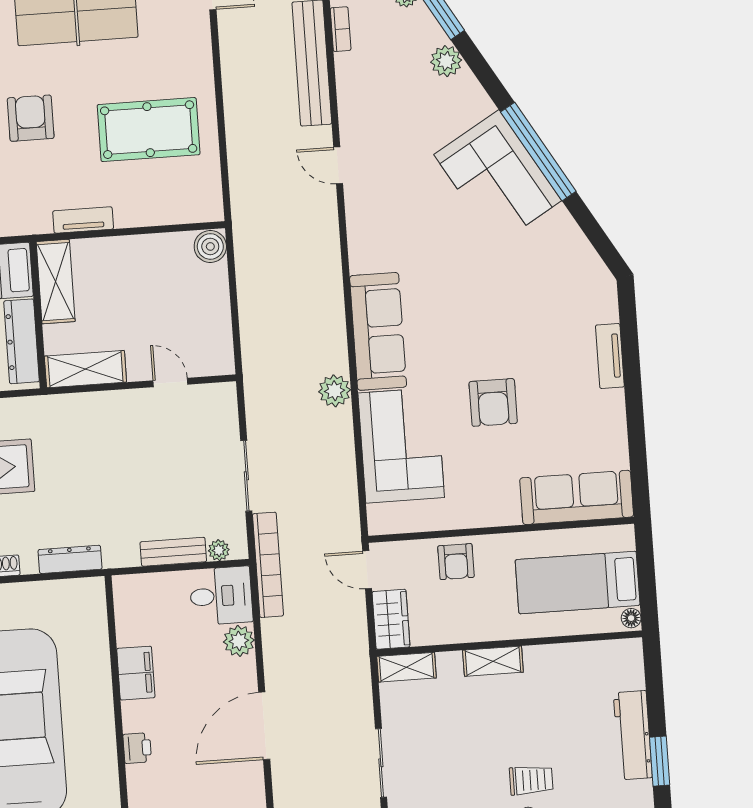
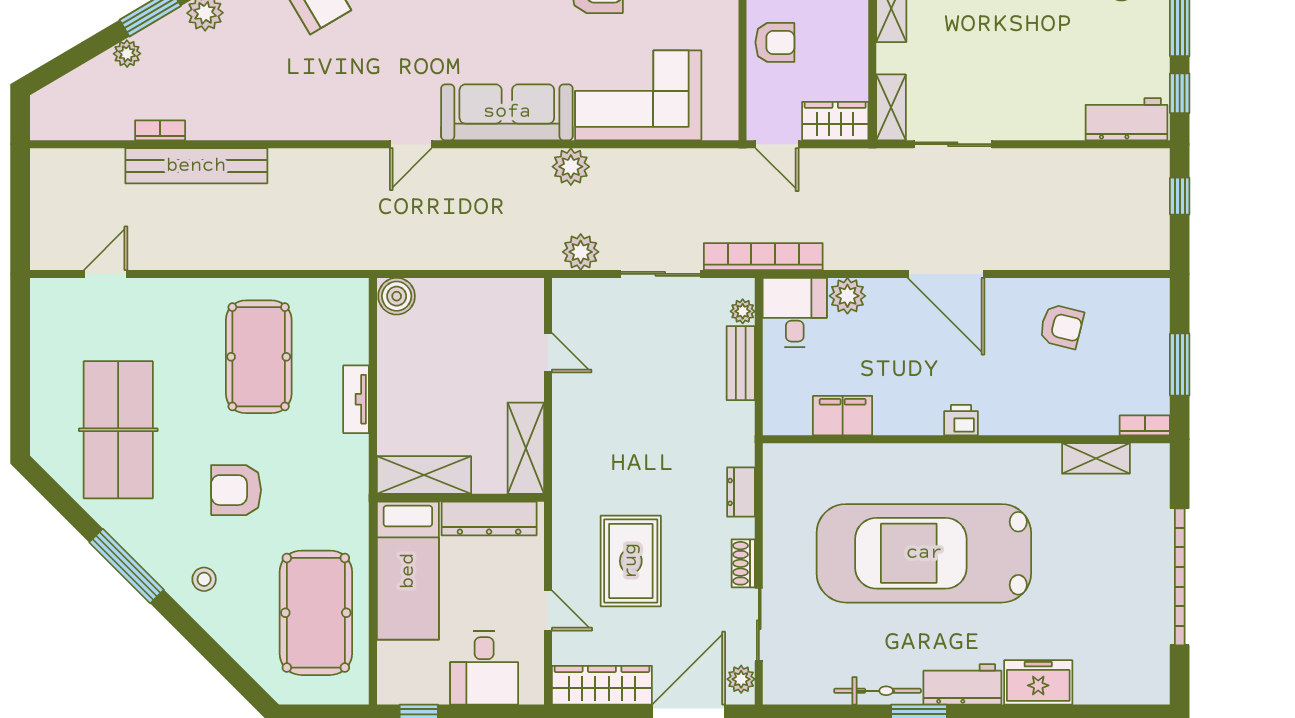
door: (338, 165) -> (411, 144), moved
tv unit: (83, 220) -> (356, 399), moved
door: (170, 382) -> (548, 353), swing flipped
plant: (261, 405) -> (581, 252), added
dresser: (70, 559) -> (741, 492), width x0.70
door: (367, 570) -> (777, 144), hinge flipped
filing cabinet: (136, 673) -> (843, 416), moved
sliding door: (381, 763) -> (953, 144), moved

